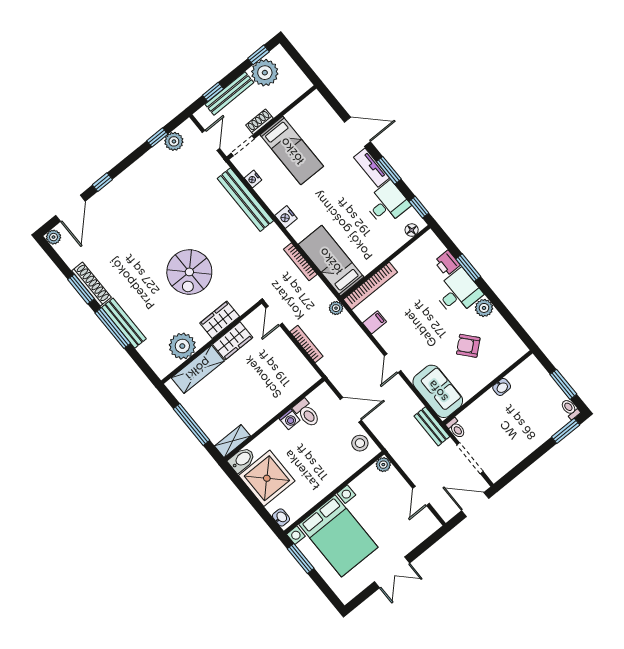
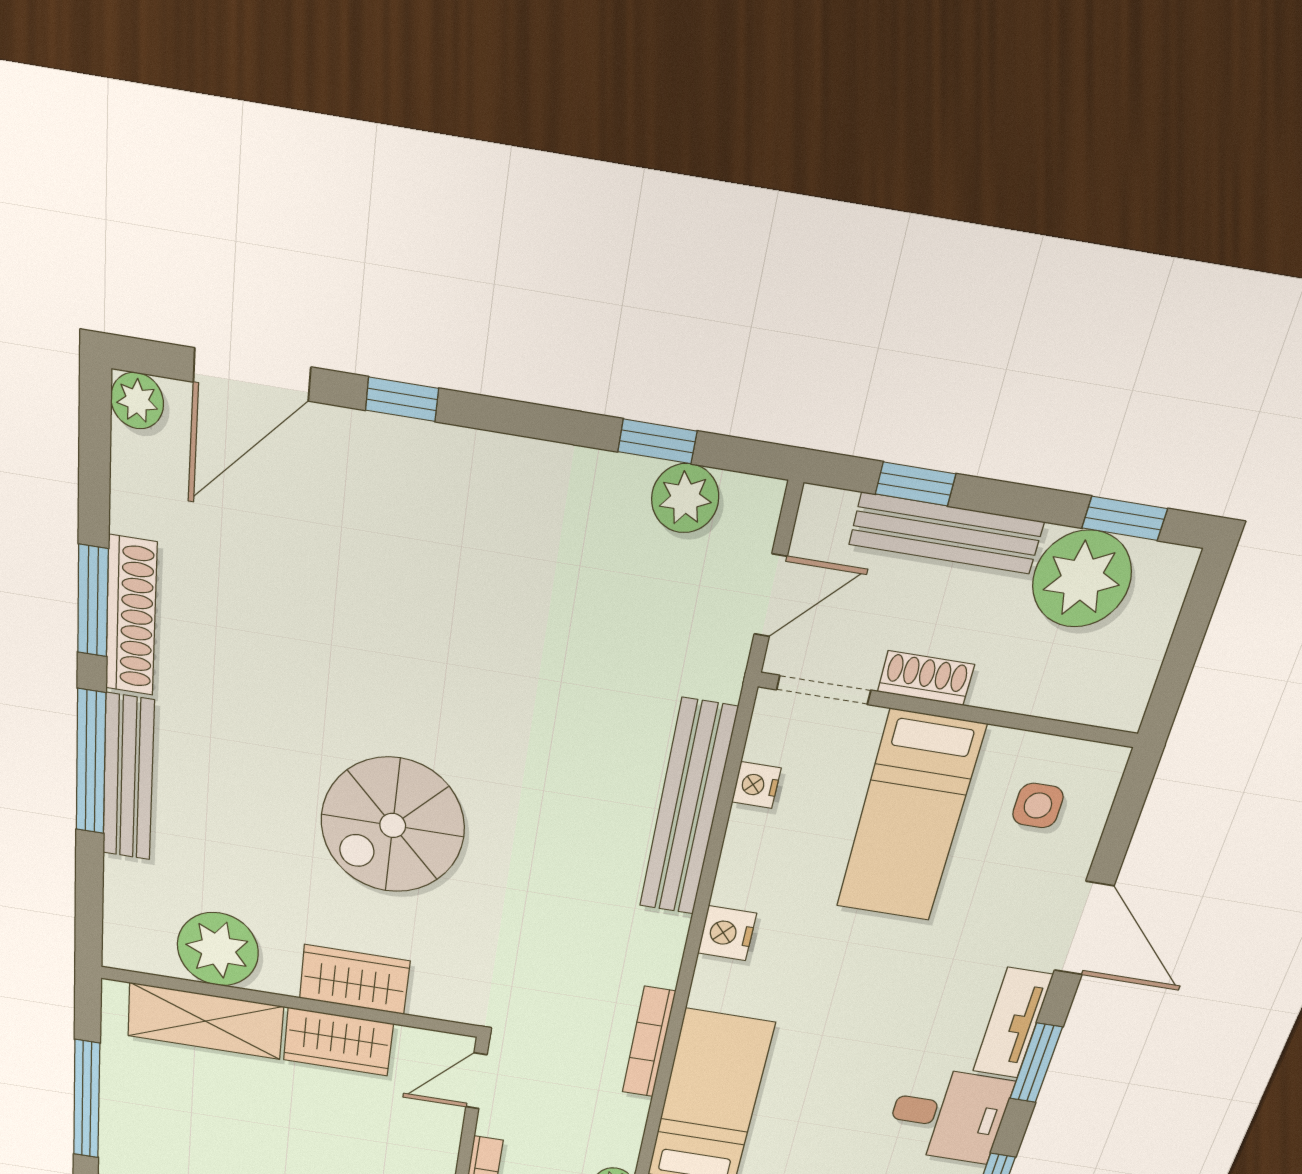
side table: (314, 120) -> (1038, 806), added

